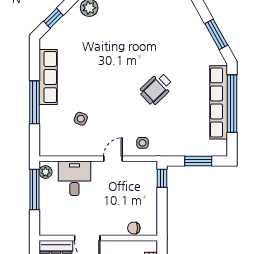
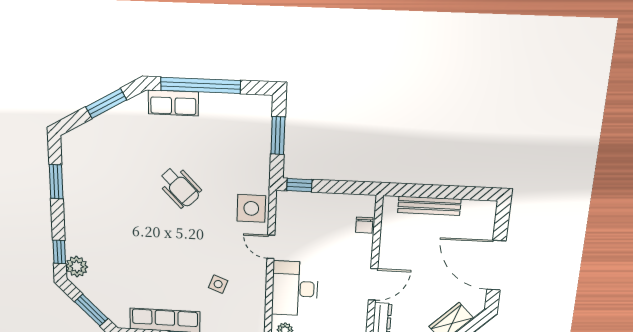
window: (53, 18) -> (91, 310), width x1.50
row of seats: (219, 102) -> (173, 103), width x0.50
side table: (142, 143) -> (251, 208), width x1.87, depth x1.87
desk: (74, 178) -> (295, 289), width x1.37

